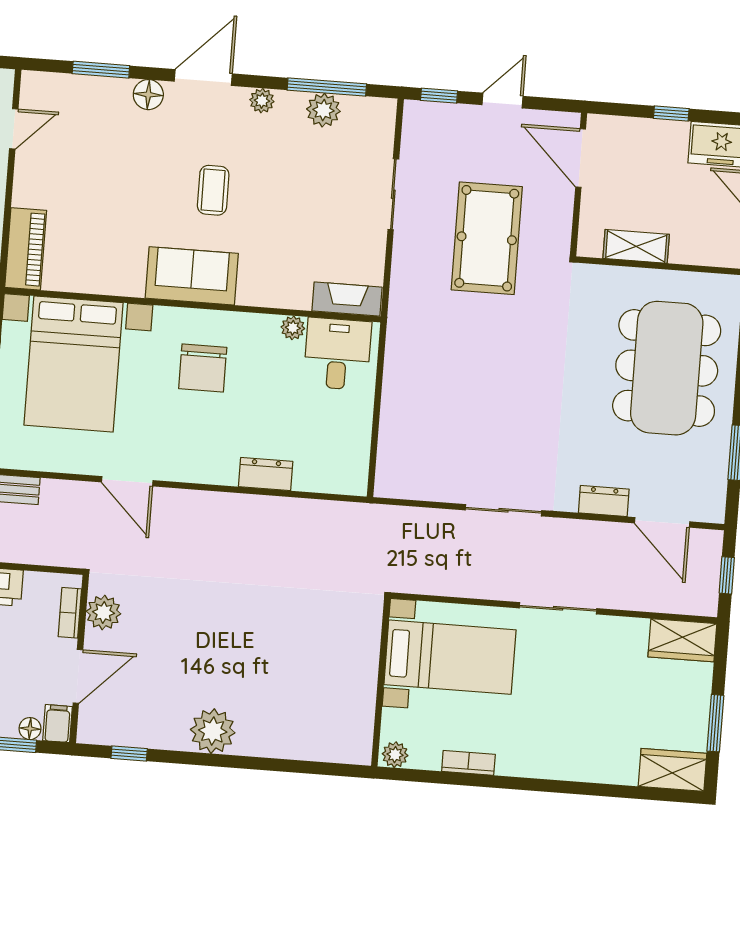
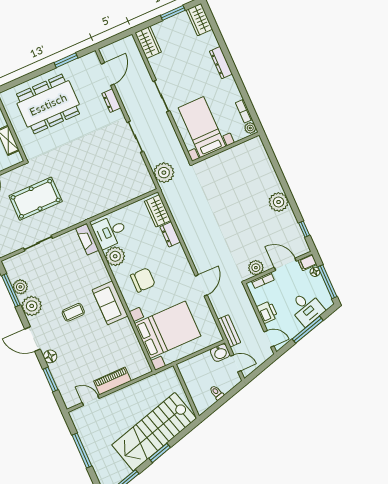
plant: (262, 101) -> (32, 306), width x1.88, depth x1.88
piano: (26, 249) -> (112, 381), moved
plant: (293, 328) -> (115, 256), width x1.88, depth x1.88
wardrobe: (327, 474) -> (158, 211), added
plant: (399, 529) -> (164, 173), added
window: (727, 575) -> (114, 39), removed
bookcase: (468, 763) -> (244, 111), moved
dresser: (561, 767) -> (221, 63), added

